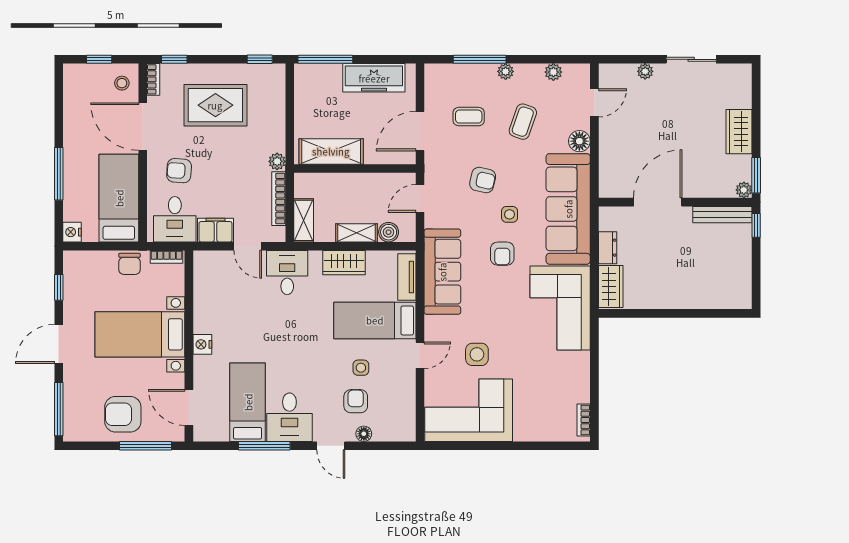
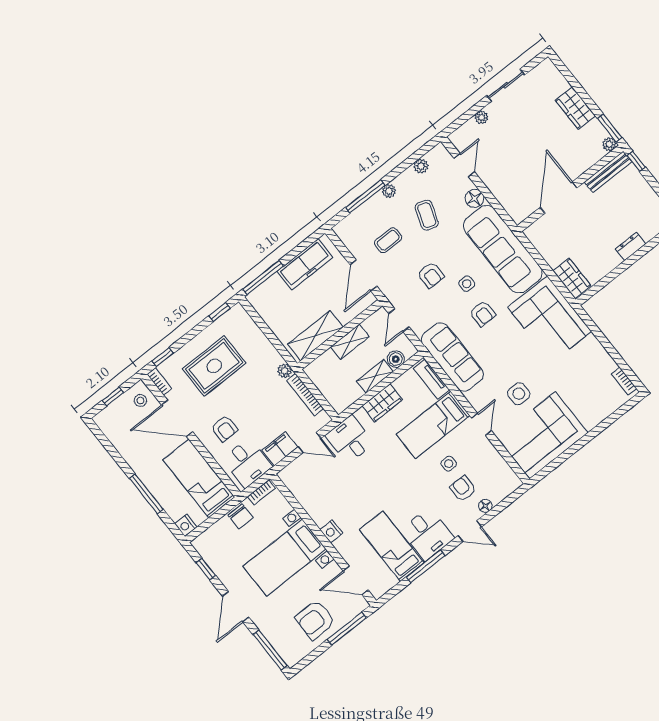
armchair: (179, 171) -> (224, 428), turned -94
armchair: (483, 180) -> (431, 275), turned 77
shelving: (304, 220) -> (350, 342), moved, turned 90
dresser: (608, 248) -> (631, 247), moved, turned -90

